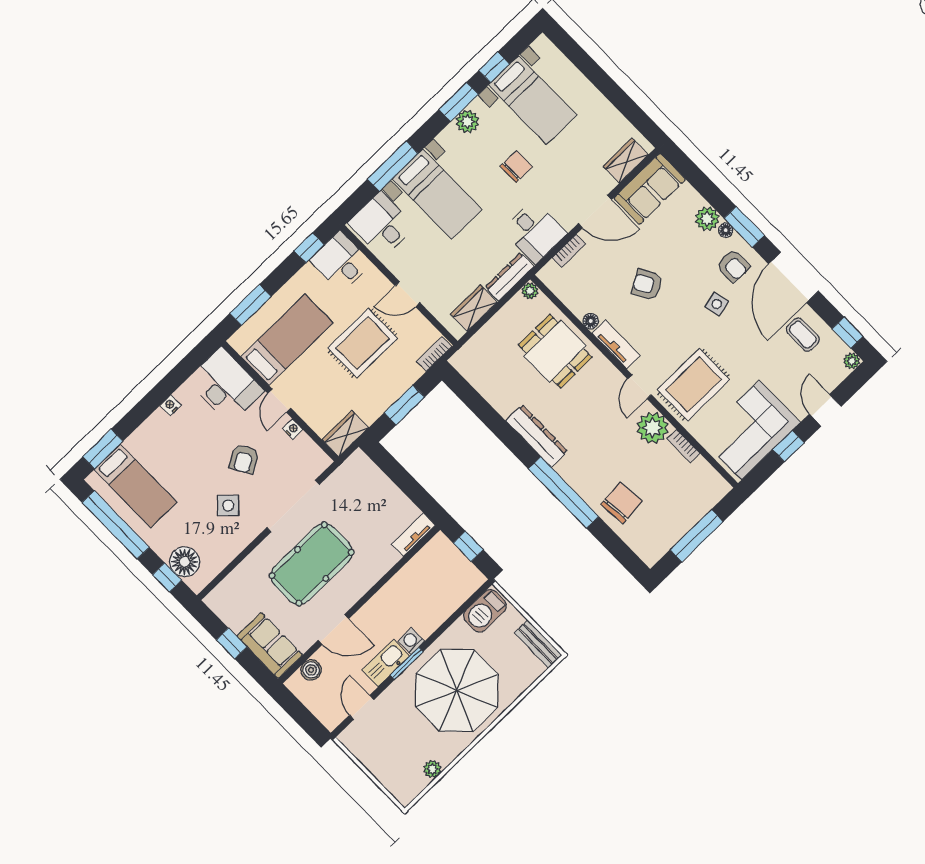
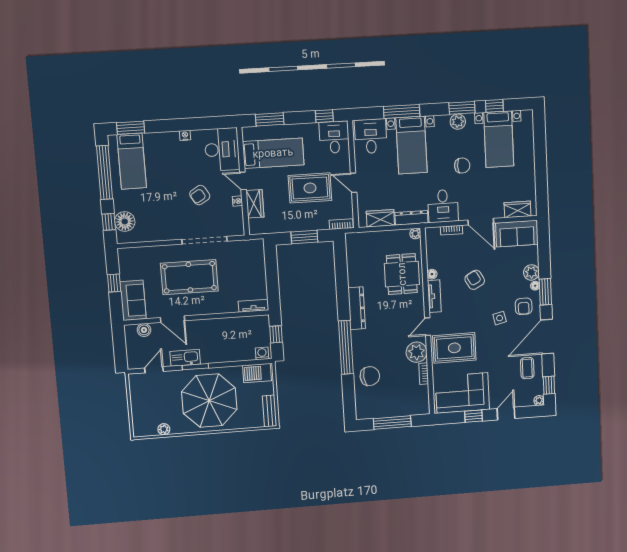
door: (279, 401) -> (243, 181), hinge flipped
wardrobe: (345, 434) -> (255, 204), moved, turned 90
side table: (228, 505) -> (172, 212), removed
washing machine: (411, 641) -> (262, 353), moved

